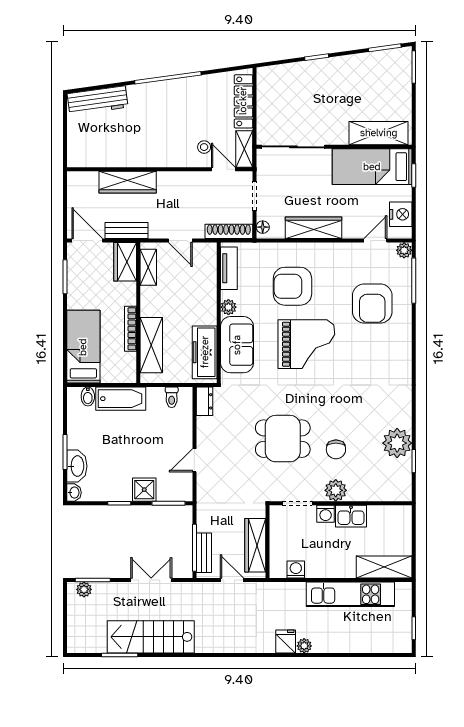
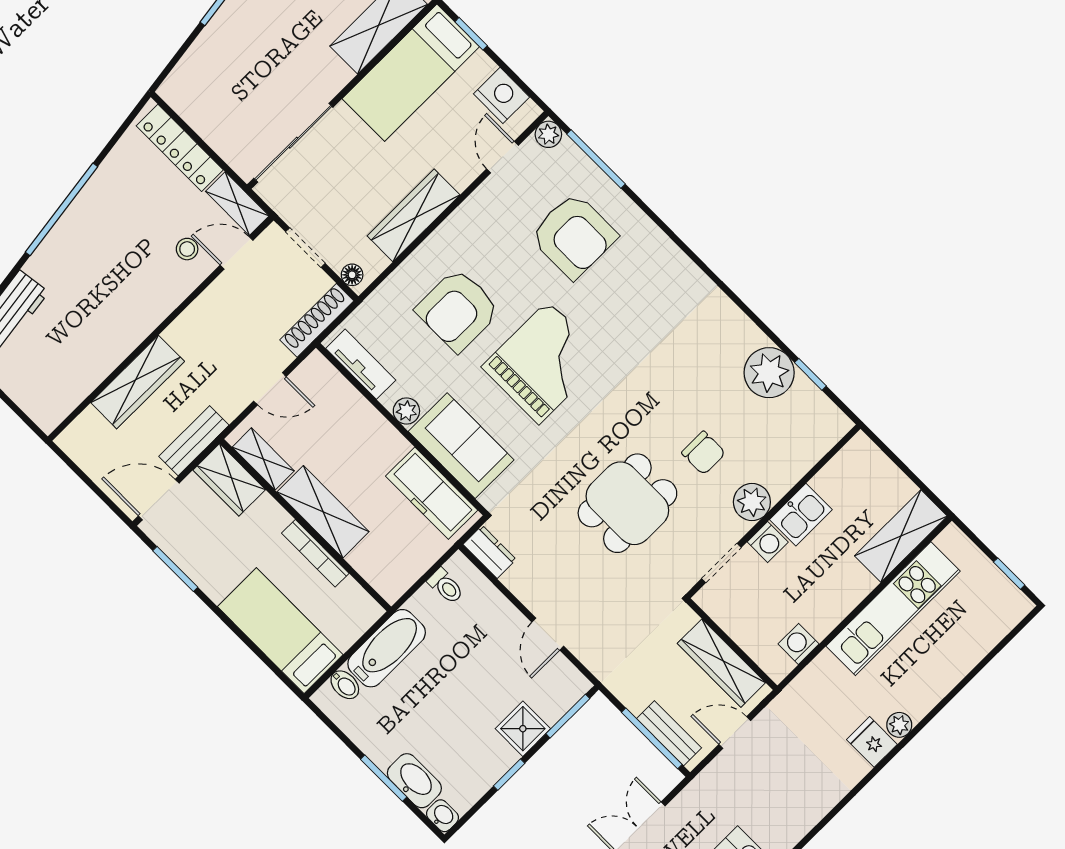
shelving: (151, 345) -> (323, 512), moved

